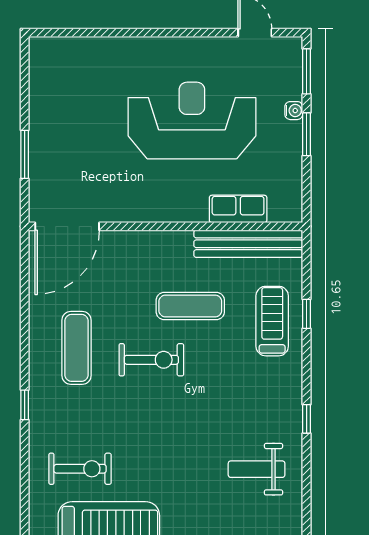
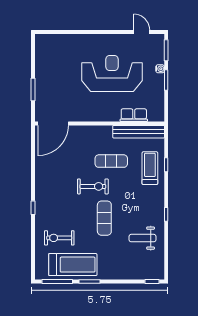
exercise mat: (77, 348) -> (104, 218), moved
exercise bike: (80, 469) -> (59, 238), turned 180

